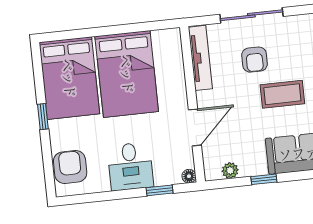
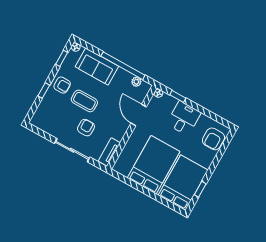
tv unit: (200, 58) -> (109, 152), width x0.71
window: (43, 117) -> (200, 189), moved
door: (195, 127) -> (139, 115), hinge flipped
window: (264, 179) -> (123, 66), width x3.17

